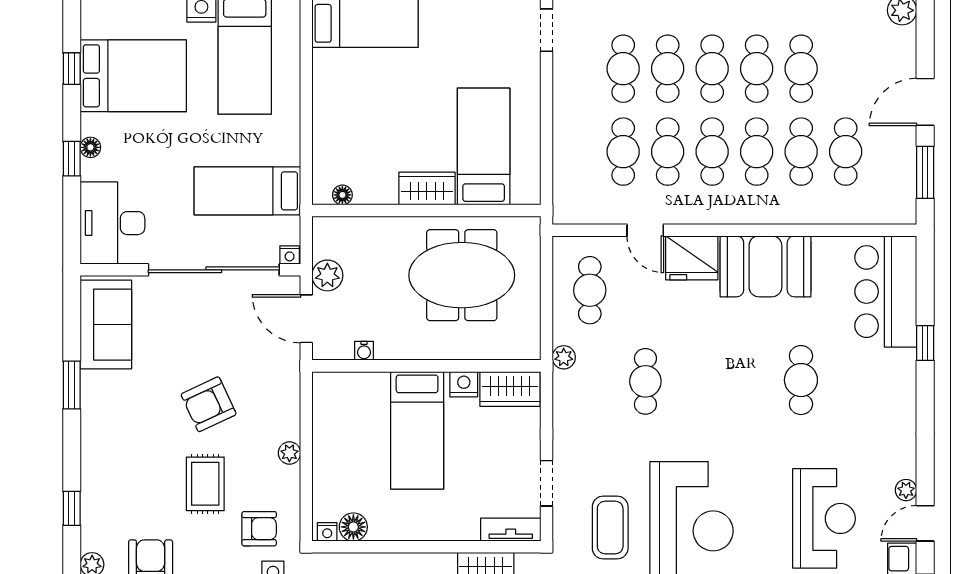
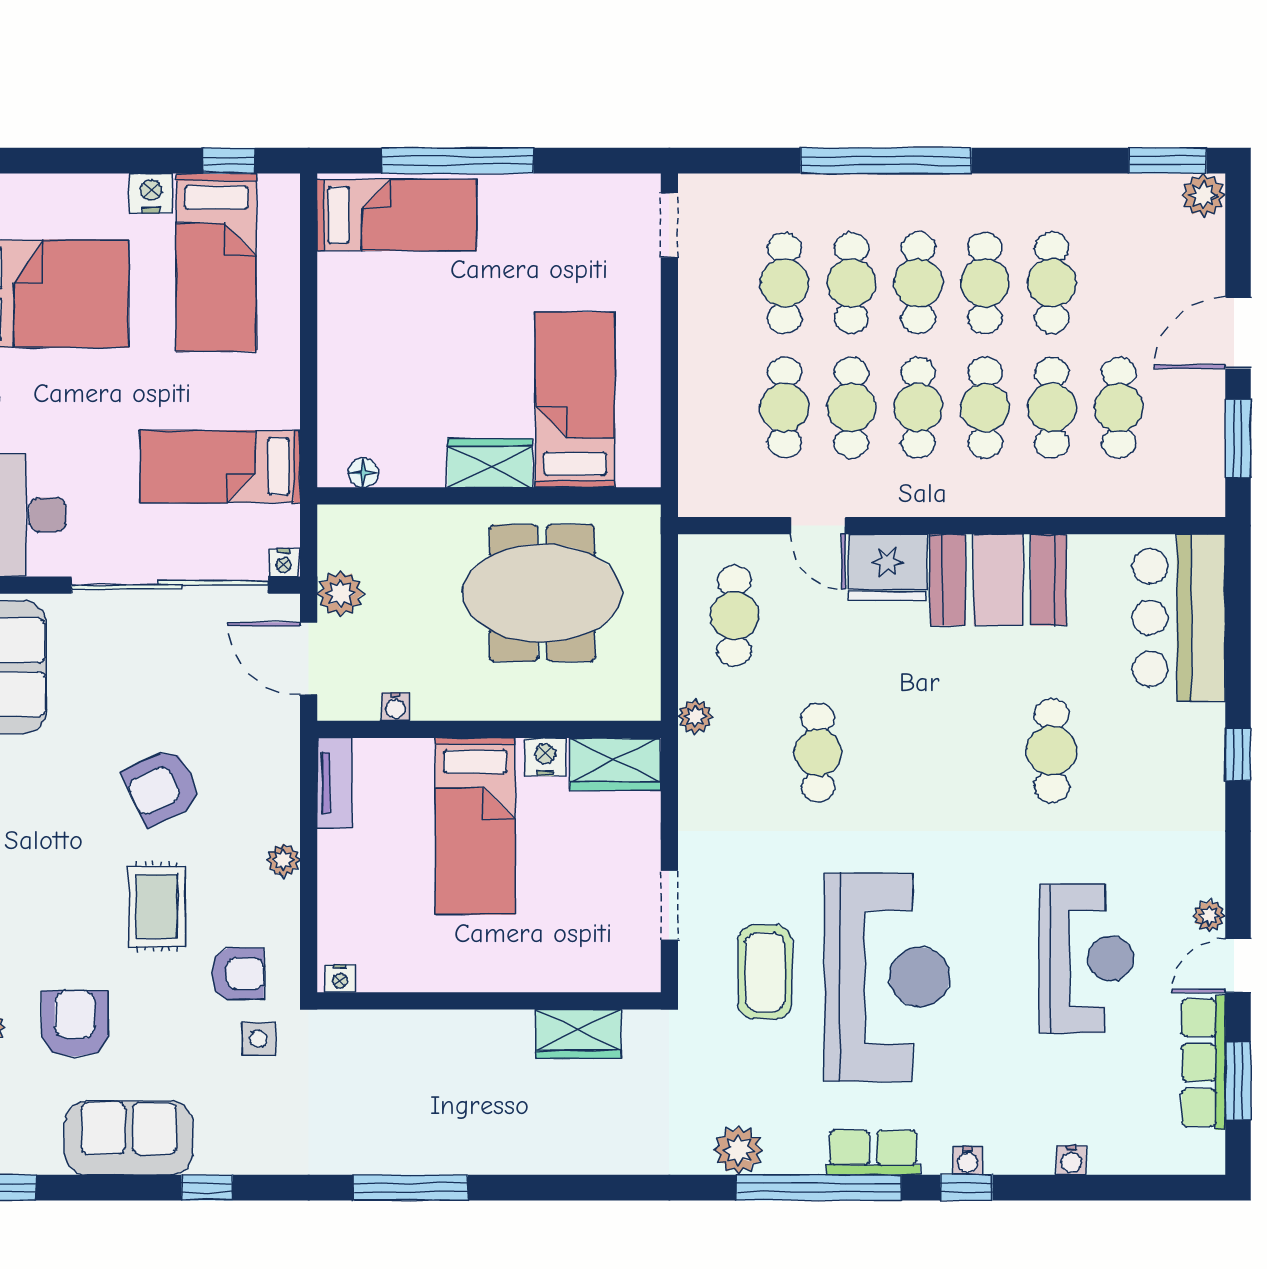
window: (925, 343) -> (1238, 754), moved
floor lamp: (353, 527) -> (379, 971), removed
tv unit: (511, 530) -> (334, 783), moved, turned 90

